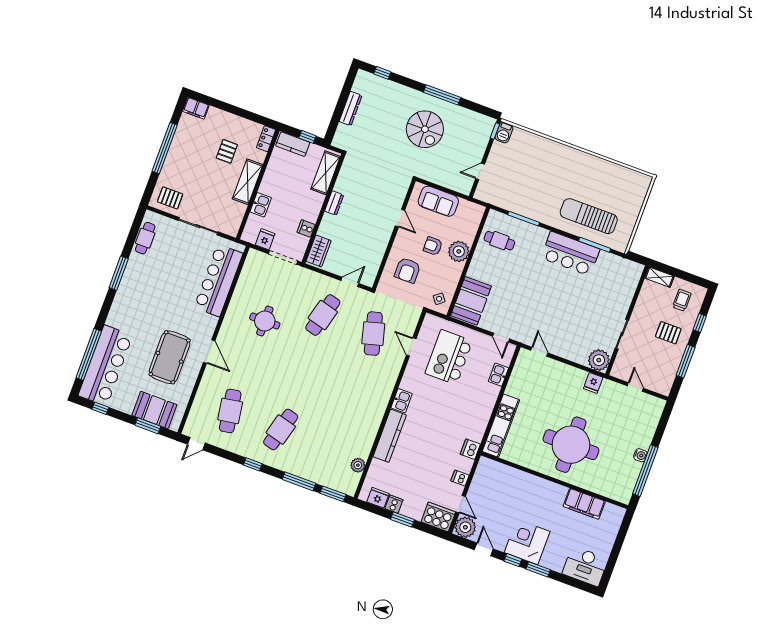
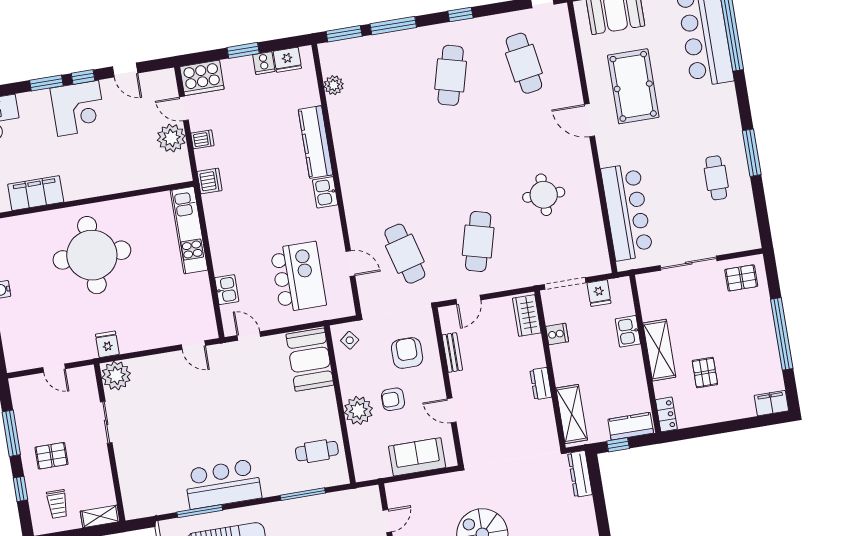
dresser: (350, 109) -> (580, 474), moved
cafe table: (145, 238) -> (716, 178), moved
armchair: (433, 246) -> (393, 399), turned 180
bench: (379, 254) -> (452, 352), added
plant: (465, 527) -> (171, 138), moved

